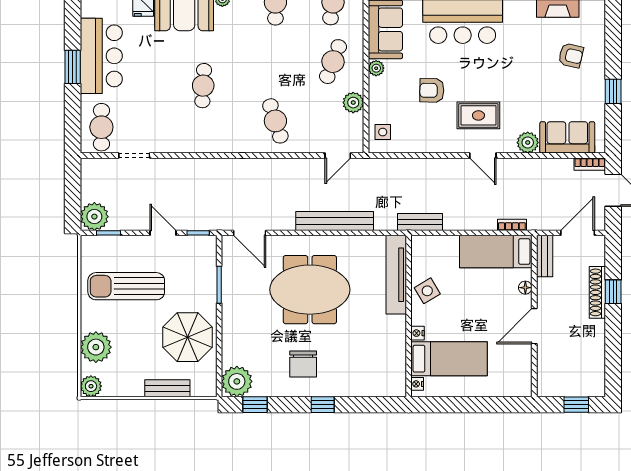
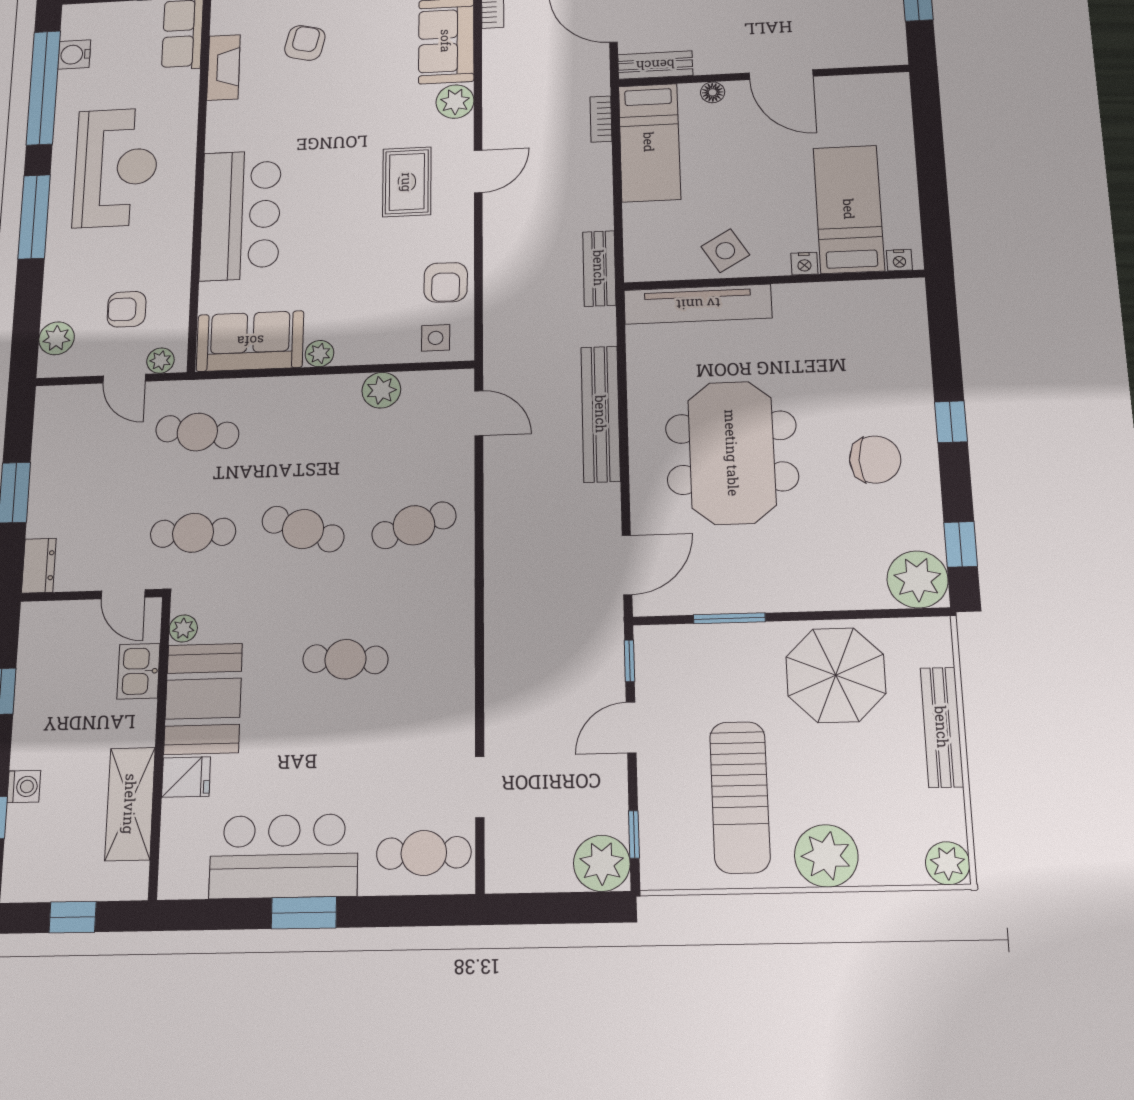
cafe table: (333, 62) -> (303, 529), moved
armchair: (432, 90) -> (446, 282), moved
plant: (96, 347) -> (826, 856), moved
bench: (167, 388) -> (942, 727), width x1.36

